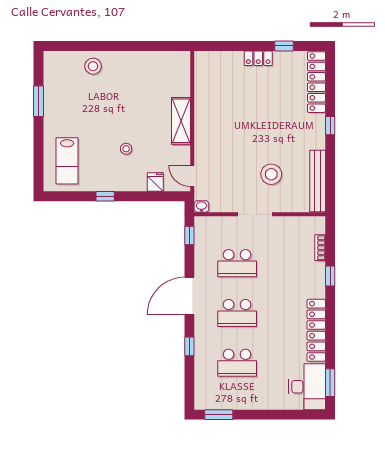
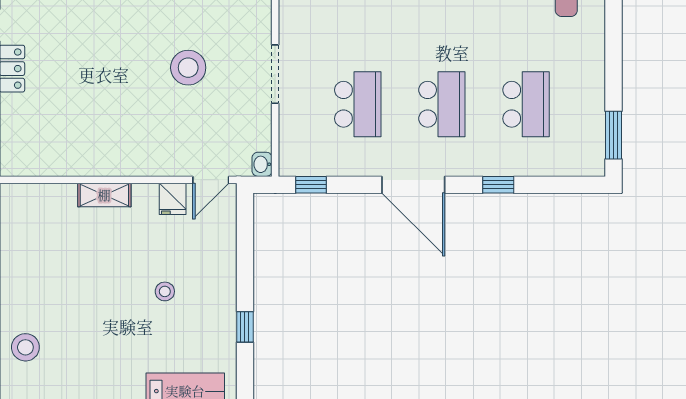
shelving: (181, 121) -> (104, 195), width x0.67, depth x0.75
stool: (271, 174) -> (188, 68), moved
fridge: (155, 182) -> (173, 199), moved, turned -90

